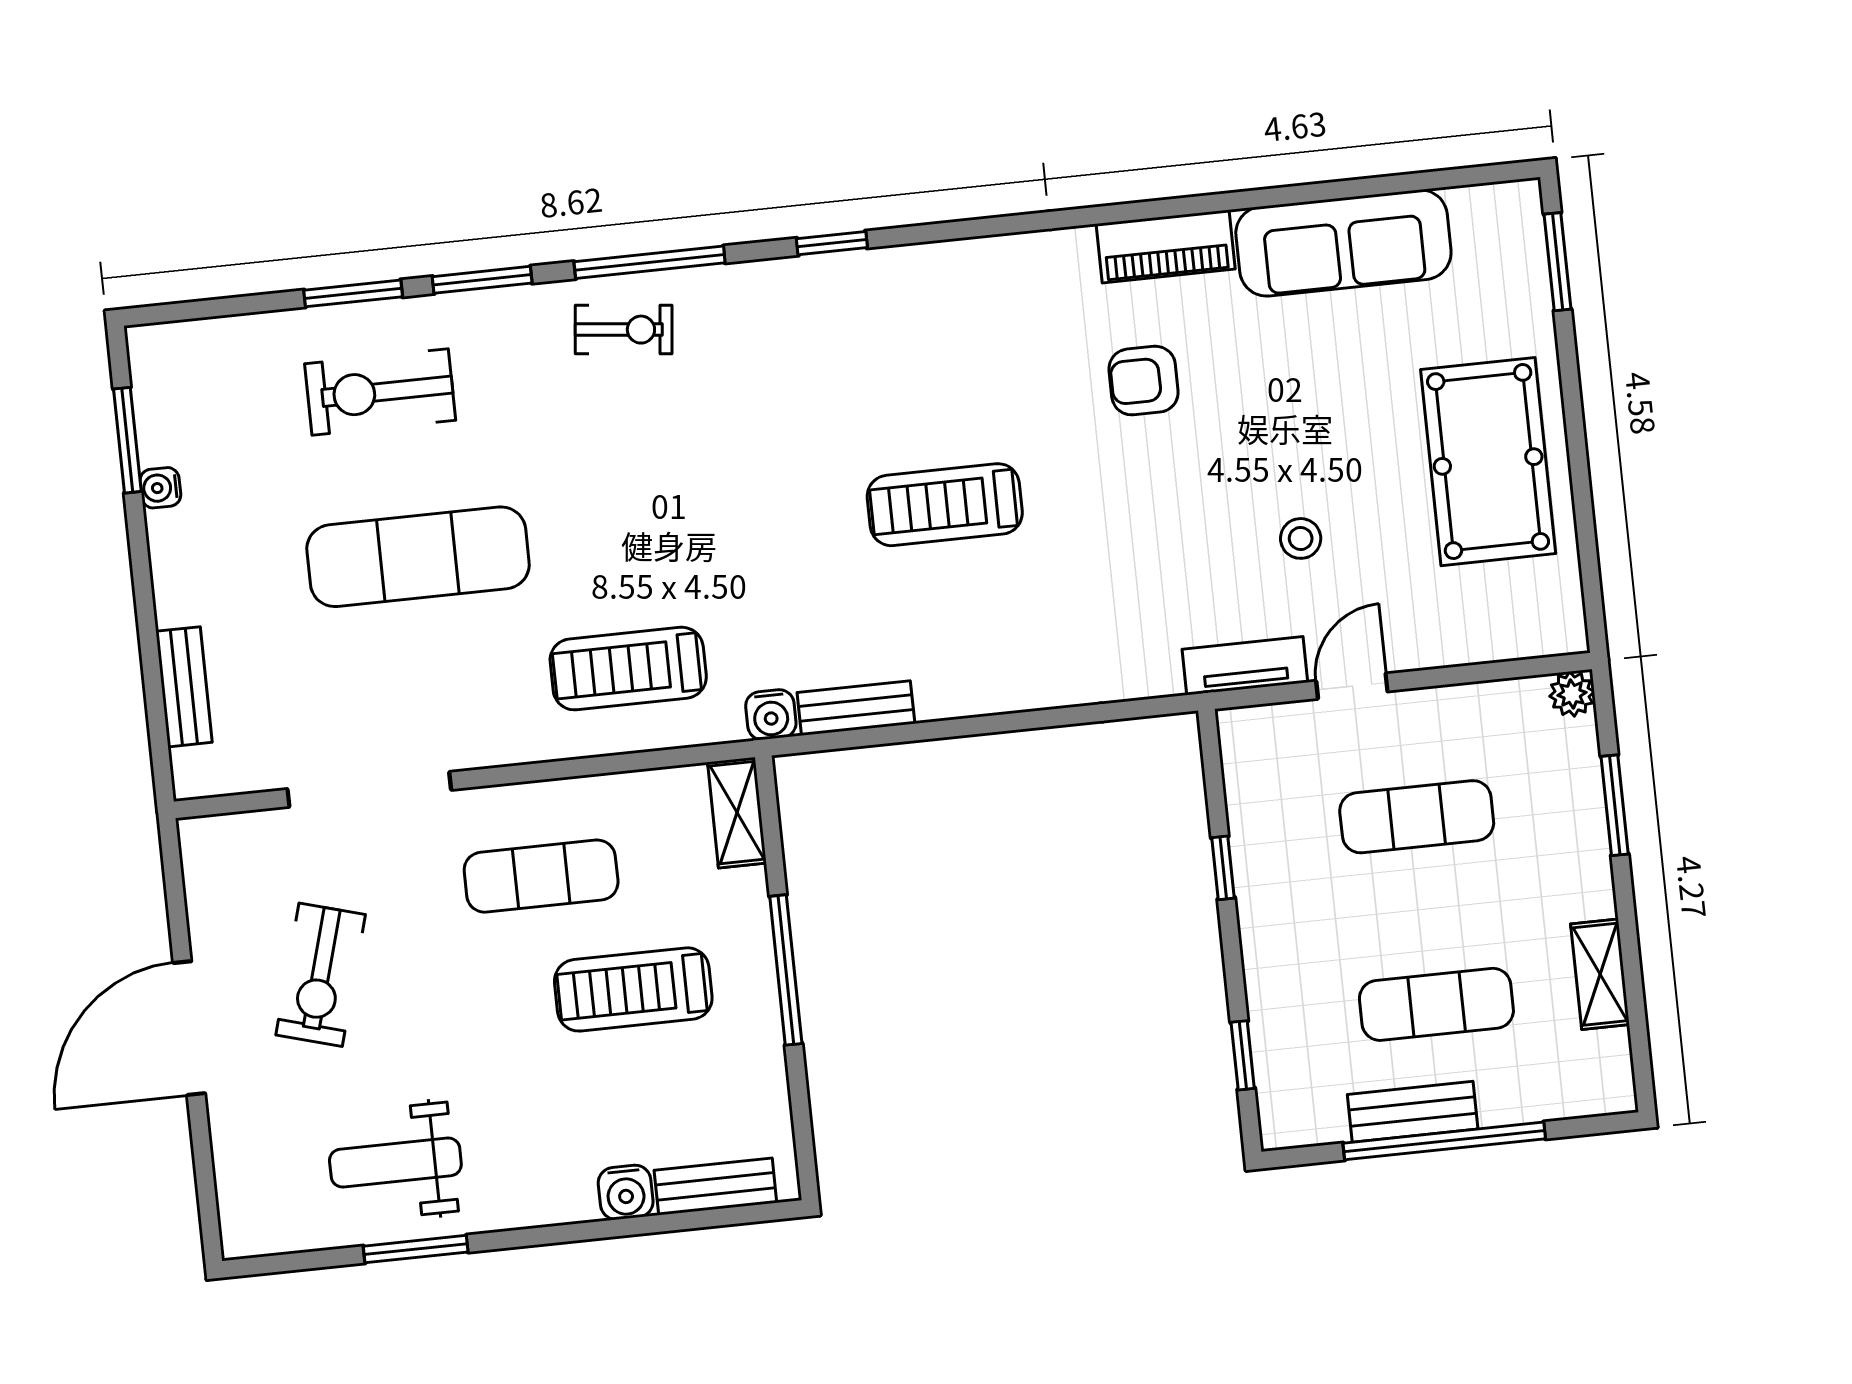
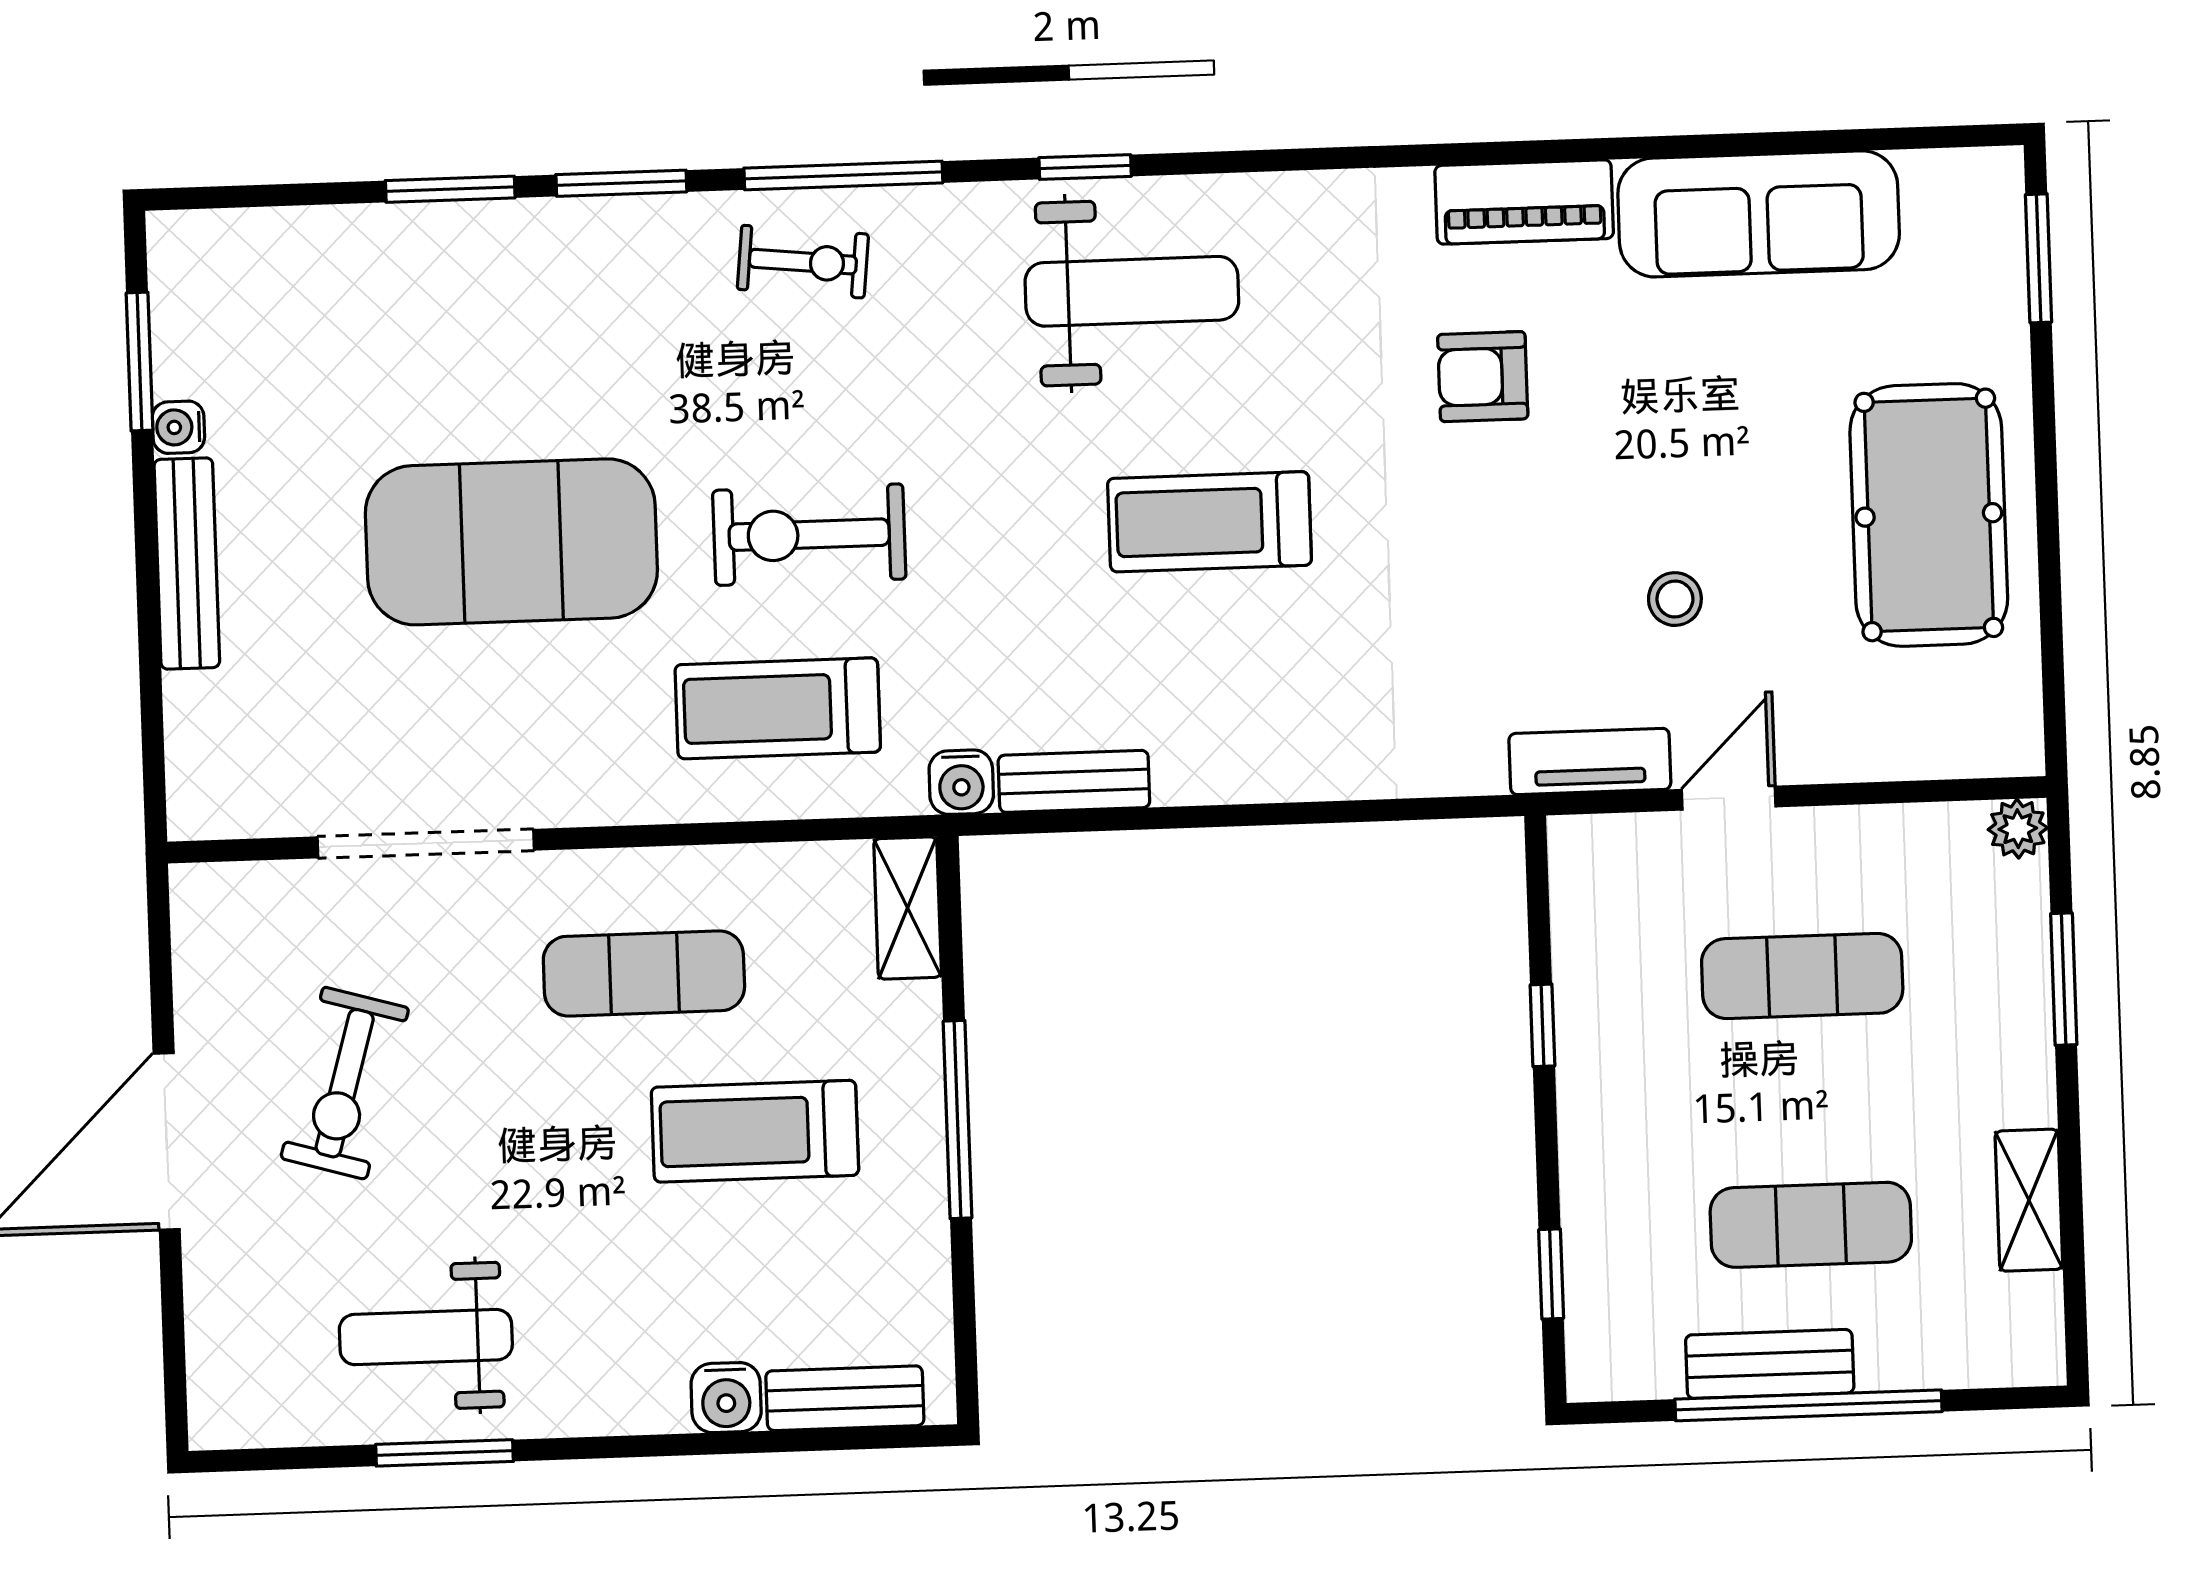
weight bench: (874, 335) -> (1132, 291), added
exercise bike: (380, 392) -> (809, 535), moved
exercise mat: (418, 557) -> (511, 542), width x1.47
bench: (184, 687) -> (187, 563), moved, width x1.36

